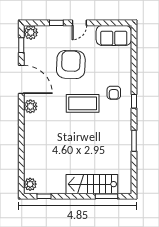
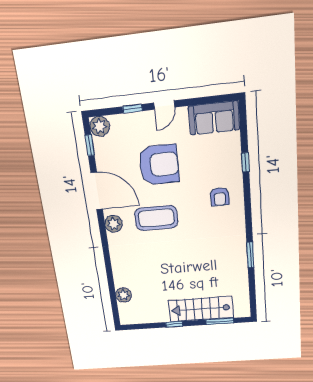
armchair: (71, 64) -> (159, 165), turned 88
window: (134, 101) -> (245, 162), moved
coffee table: (83, 103) -> (156, 218), moved
plant: (30, 184) -> (124, 295), moved
window: (44, 196) -> (174, 324), moved

